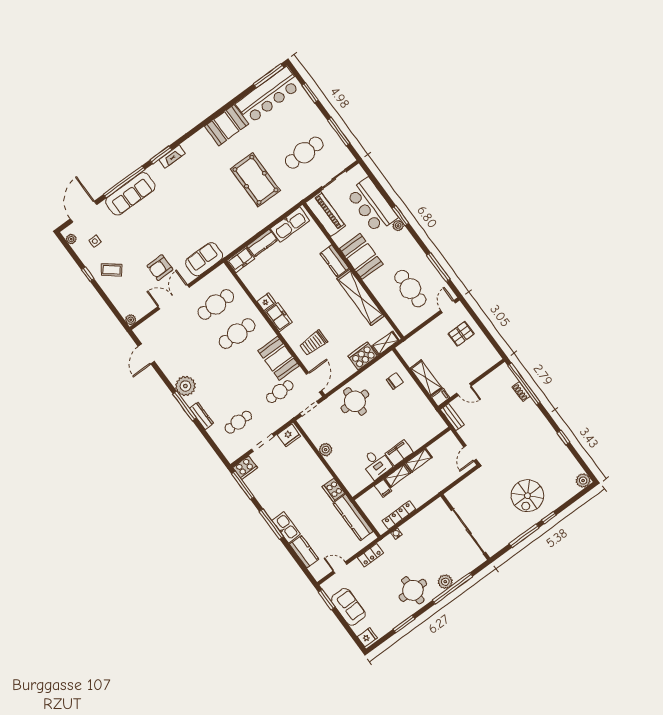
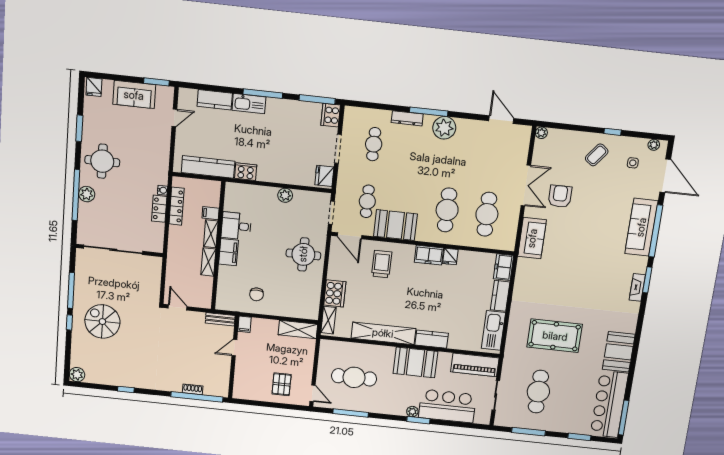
shelving: (426, 378) -> (298, 330), moved
chair: (395, 381) -> (257, 294), moved
locker: (370, 555) -> (159, 209), moved

